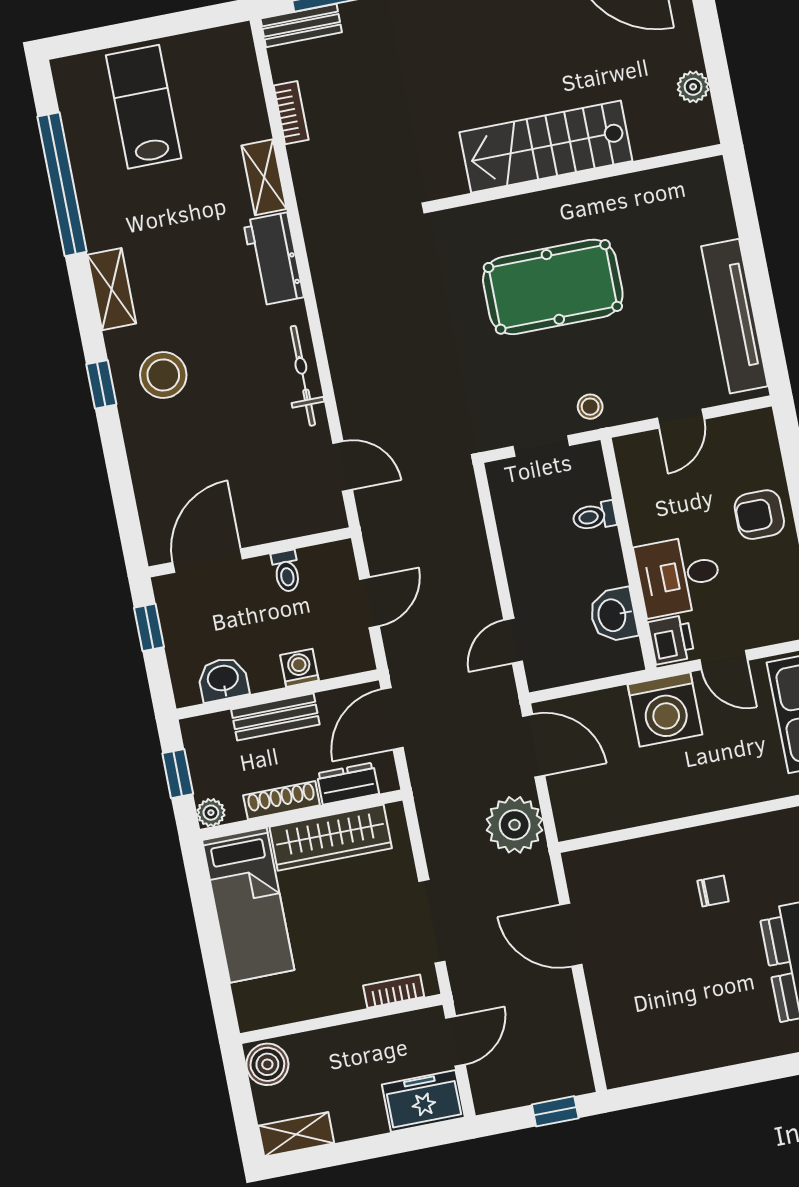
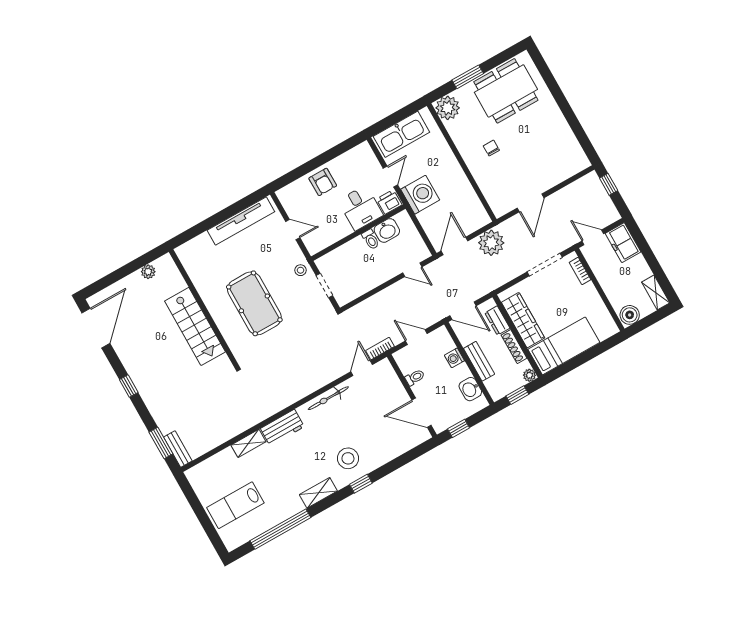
bookcase: (291, 113) -> (380, 349), moved
toilet: (594, 516) -> (371, 239), moved

